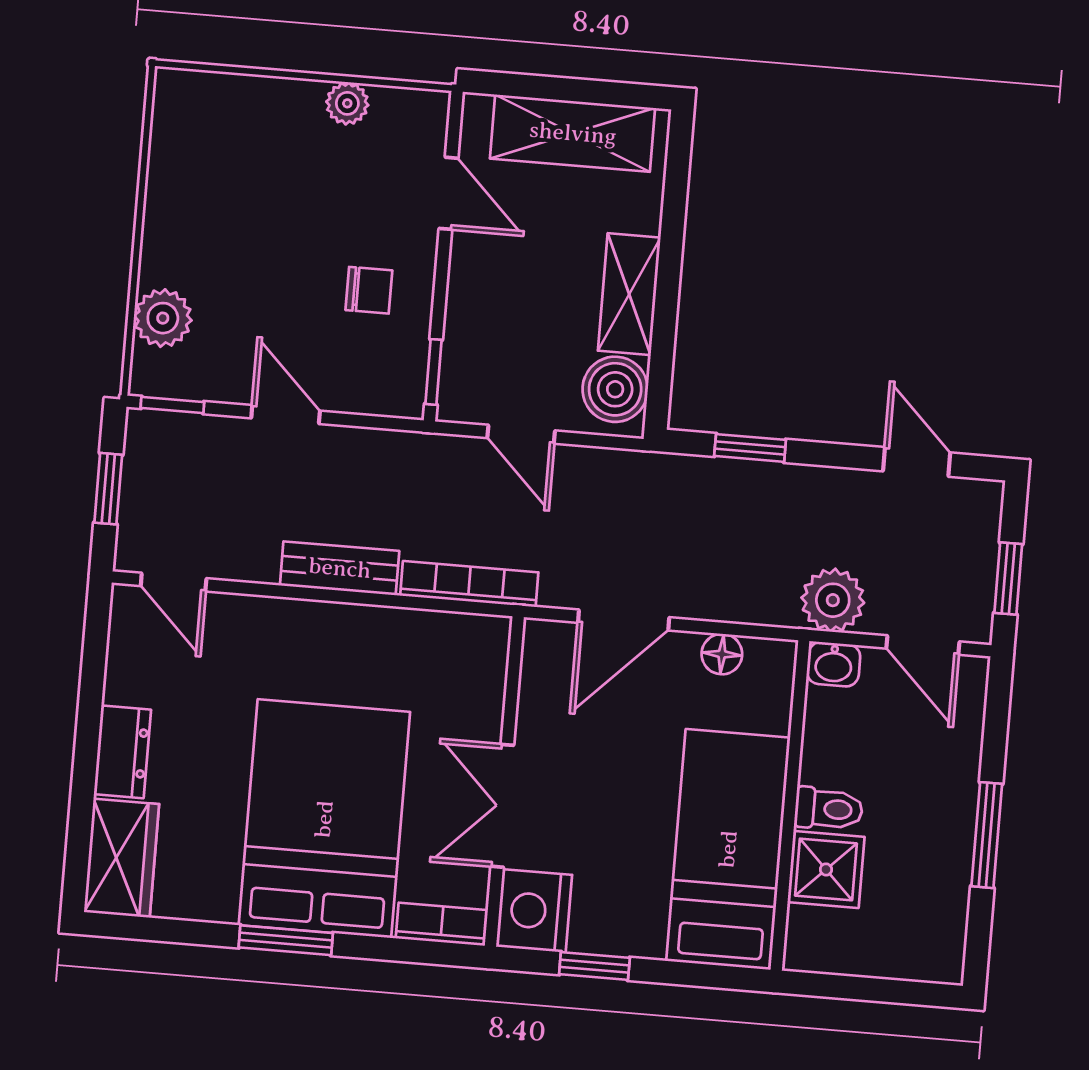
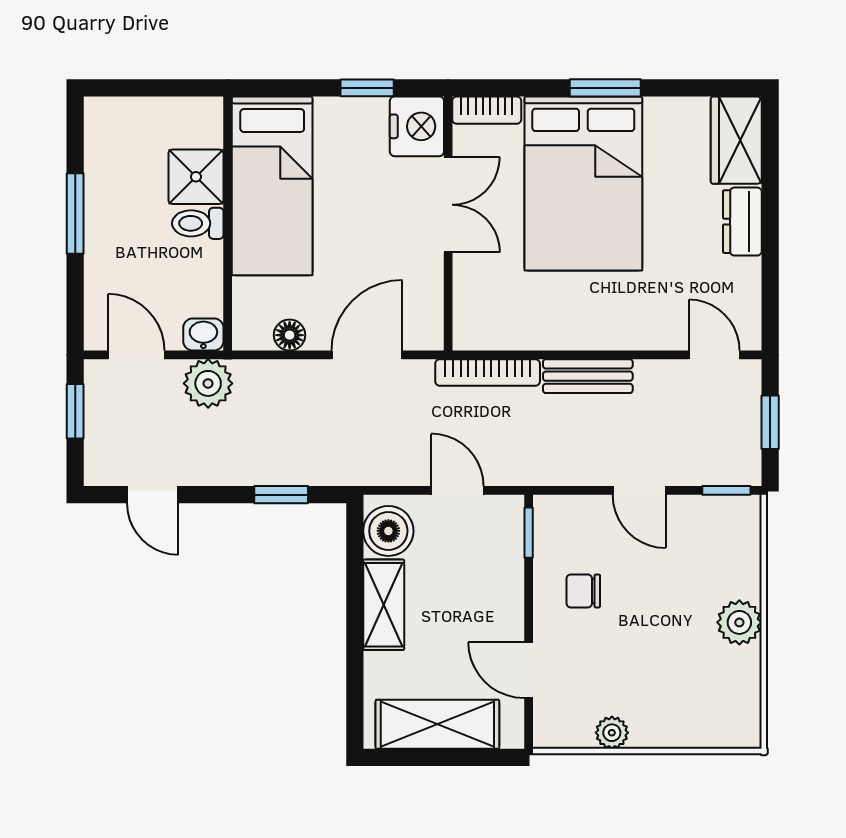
plant: (163, 318) -> (739, 622), moved

